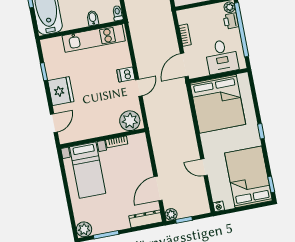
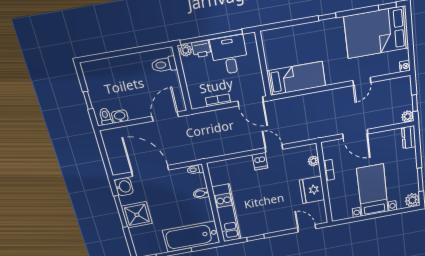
kitchen unit: (94, 38) -> (226, 213), moved
desk: (222, 57) -> (229, 55), moved, turned -90
fridge: (61, 91) -> (312, 190), moved, turned -90
bed: (218, 104) -> (296, 78), width x0.49
plant: (130, 121) -> (313, 161), width x0.53, depth x0.53
bed with nightstands: (88, 170) -> (373, 190), moved, turned -90
door: (158, 188) -> (355, 134), moved
dresser: (146, 219) -> (409, 137), width x0.70

